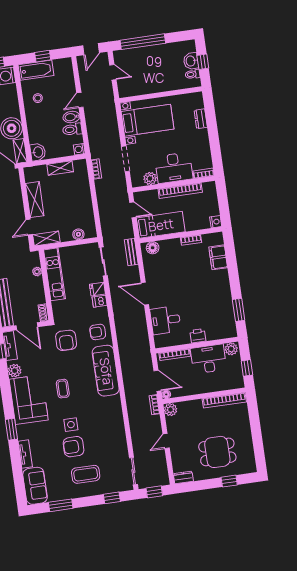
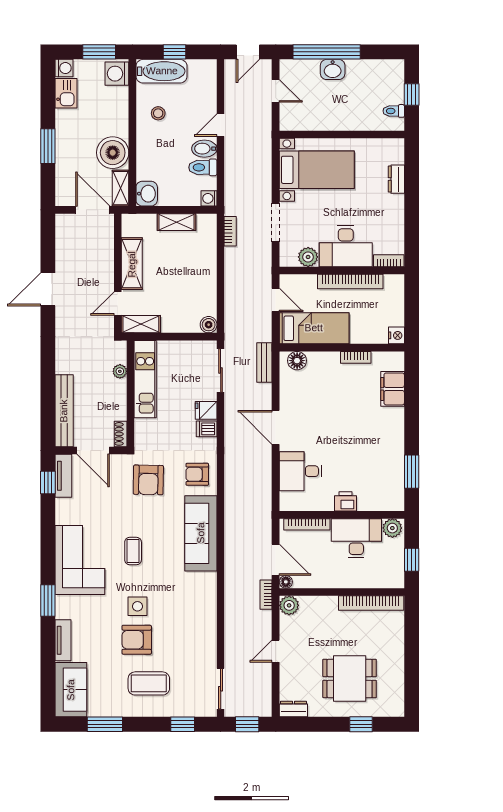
washbasin: (191, 61) -> (333, 69), moved, turned -90
boiler: (78, 234) -> (209, 325), moved
plant: (15, 371) -> (65, 514), removed

